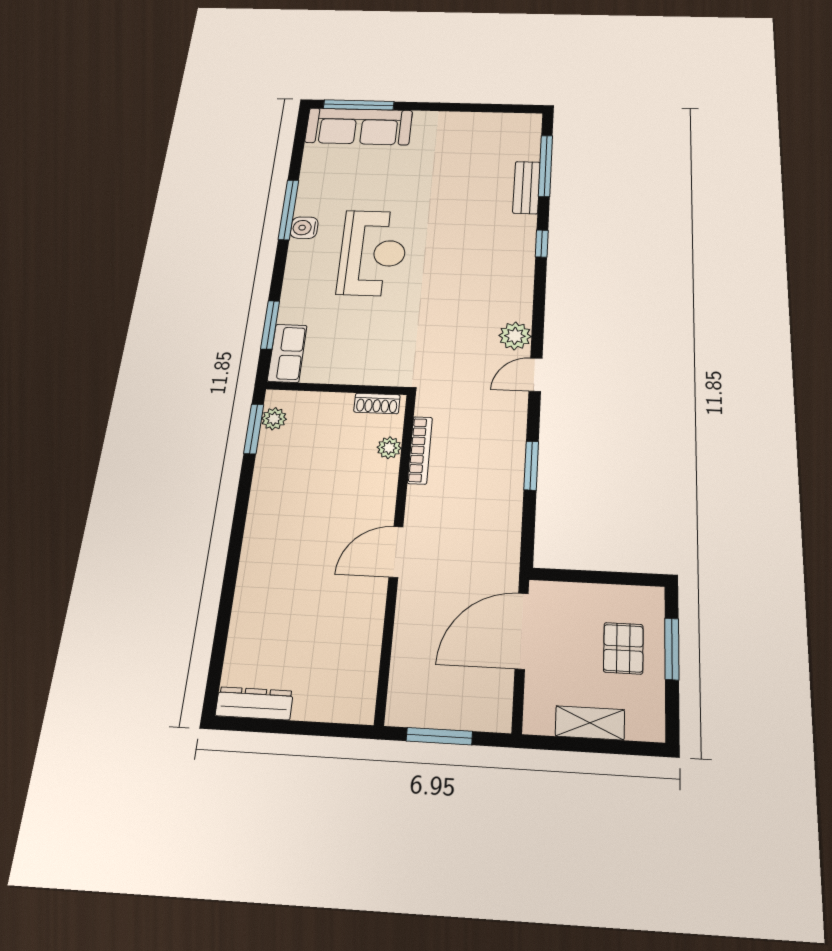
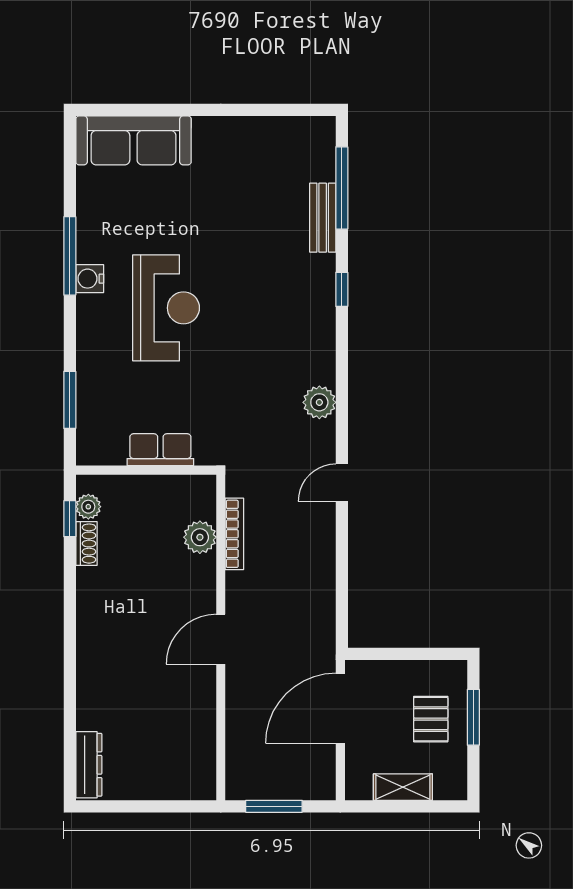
window: (359, 105) -> (130, 110), removed
row of seats: (287, 353) -> (160, 450), moved, turned -90
door: (536, 375) -> (342, 483), moved
shoe rack: (377, 403) -> (86, 544), moved, turned -90
window: (254, 429) -> (70, 519), width x0.67
plant: (389, 448) -> (200, 537), width x1.38, depth x1.38
window: (531, 466) -> (342, 545), removed
dresser: (254, 703) -> (89, 765), moved, turned 90

